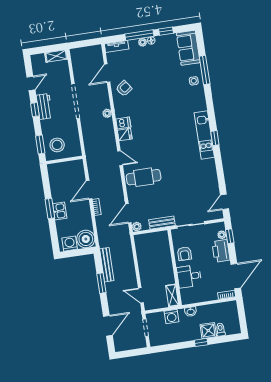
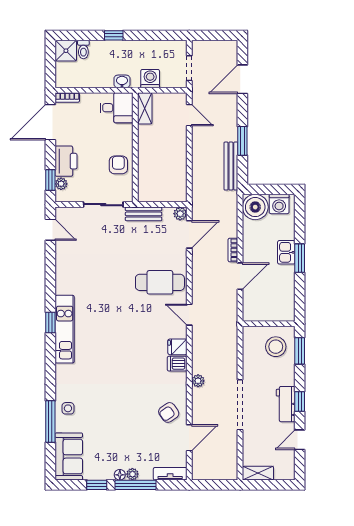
door: (225, 202) -> (50, 230), hinge flipped
desk: (189, 276) -> (117, 108), moved
shower: (208, 331) -> (66, 51), moved

